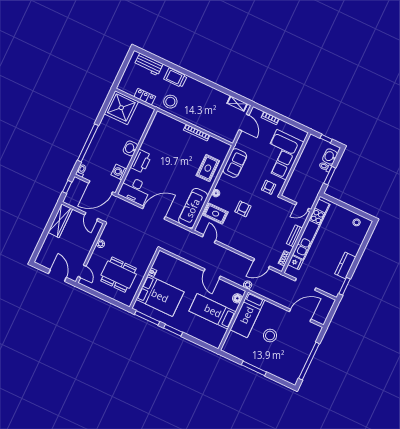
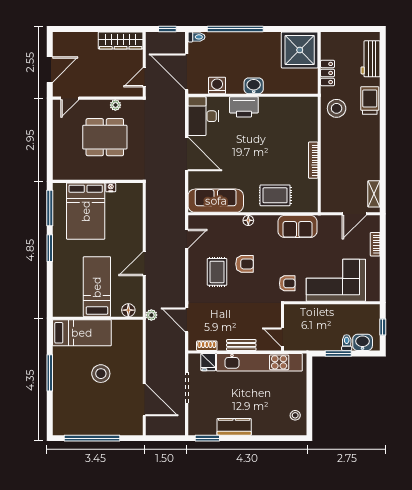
rug: (216, 214) -> (217, 272), moved
dining table: (119, 275) -> (105, 137), moved, turned 90
bed: (247, 315) -> (82, 333), moved, turned 180

